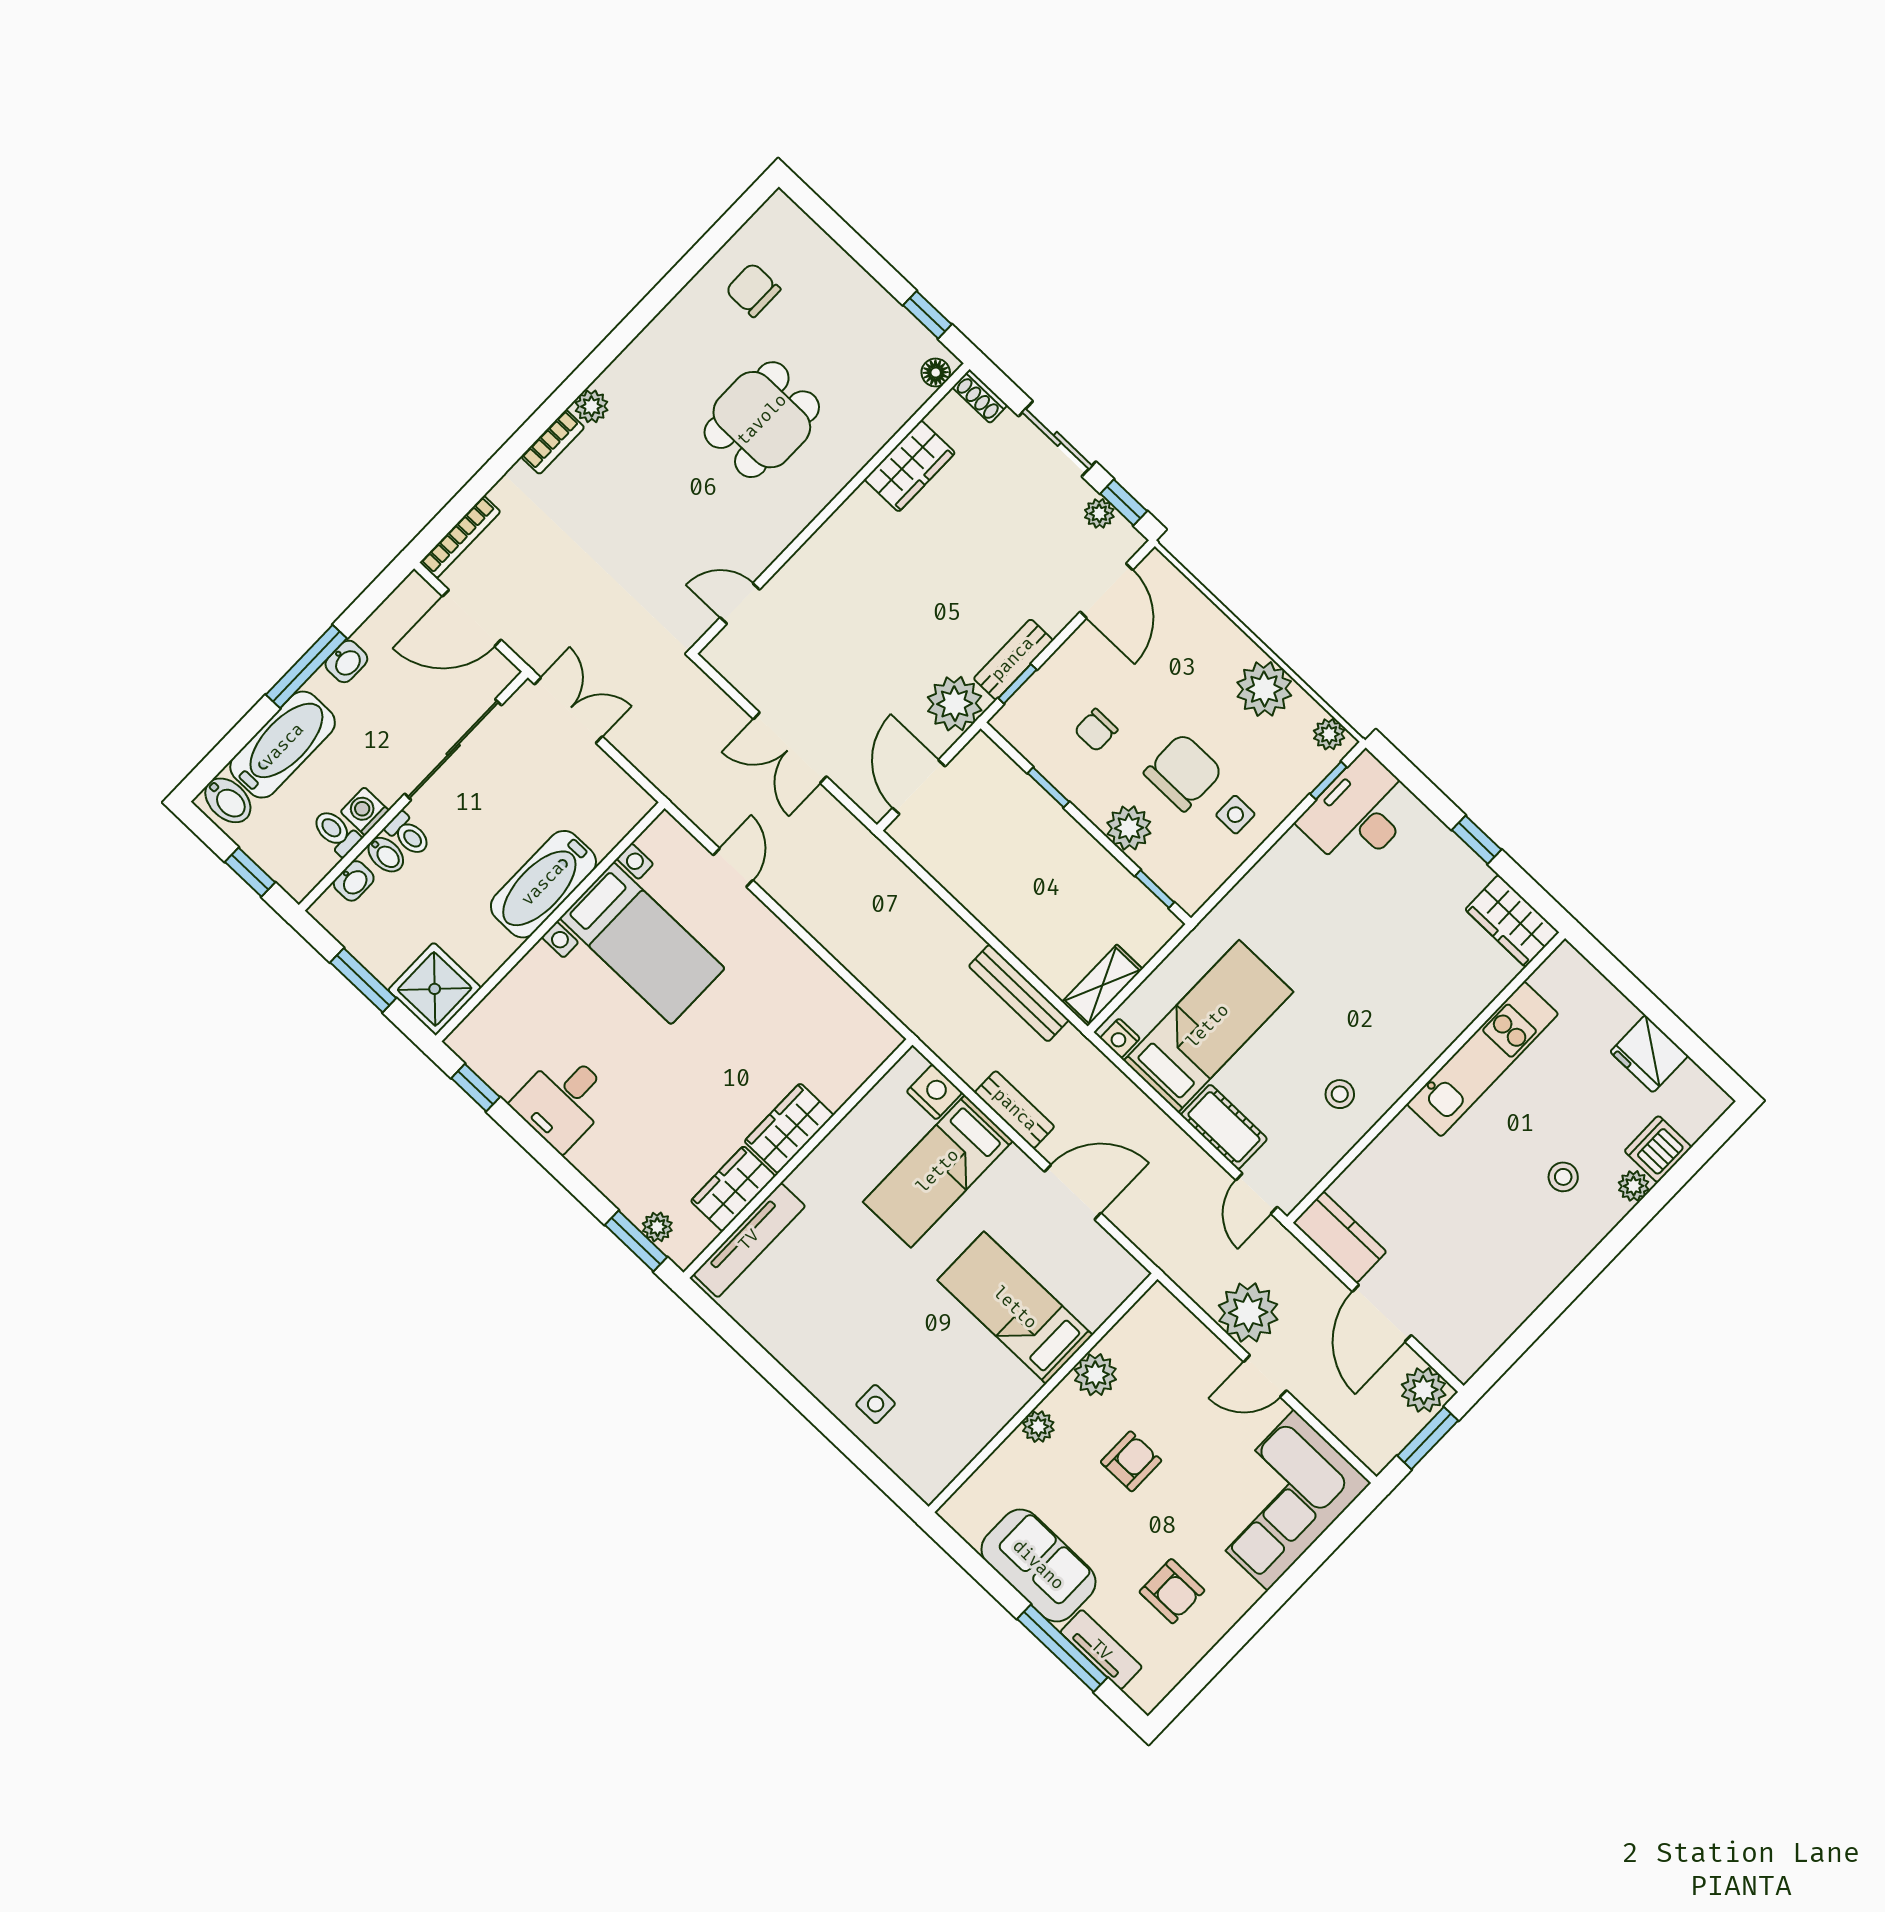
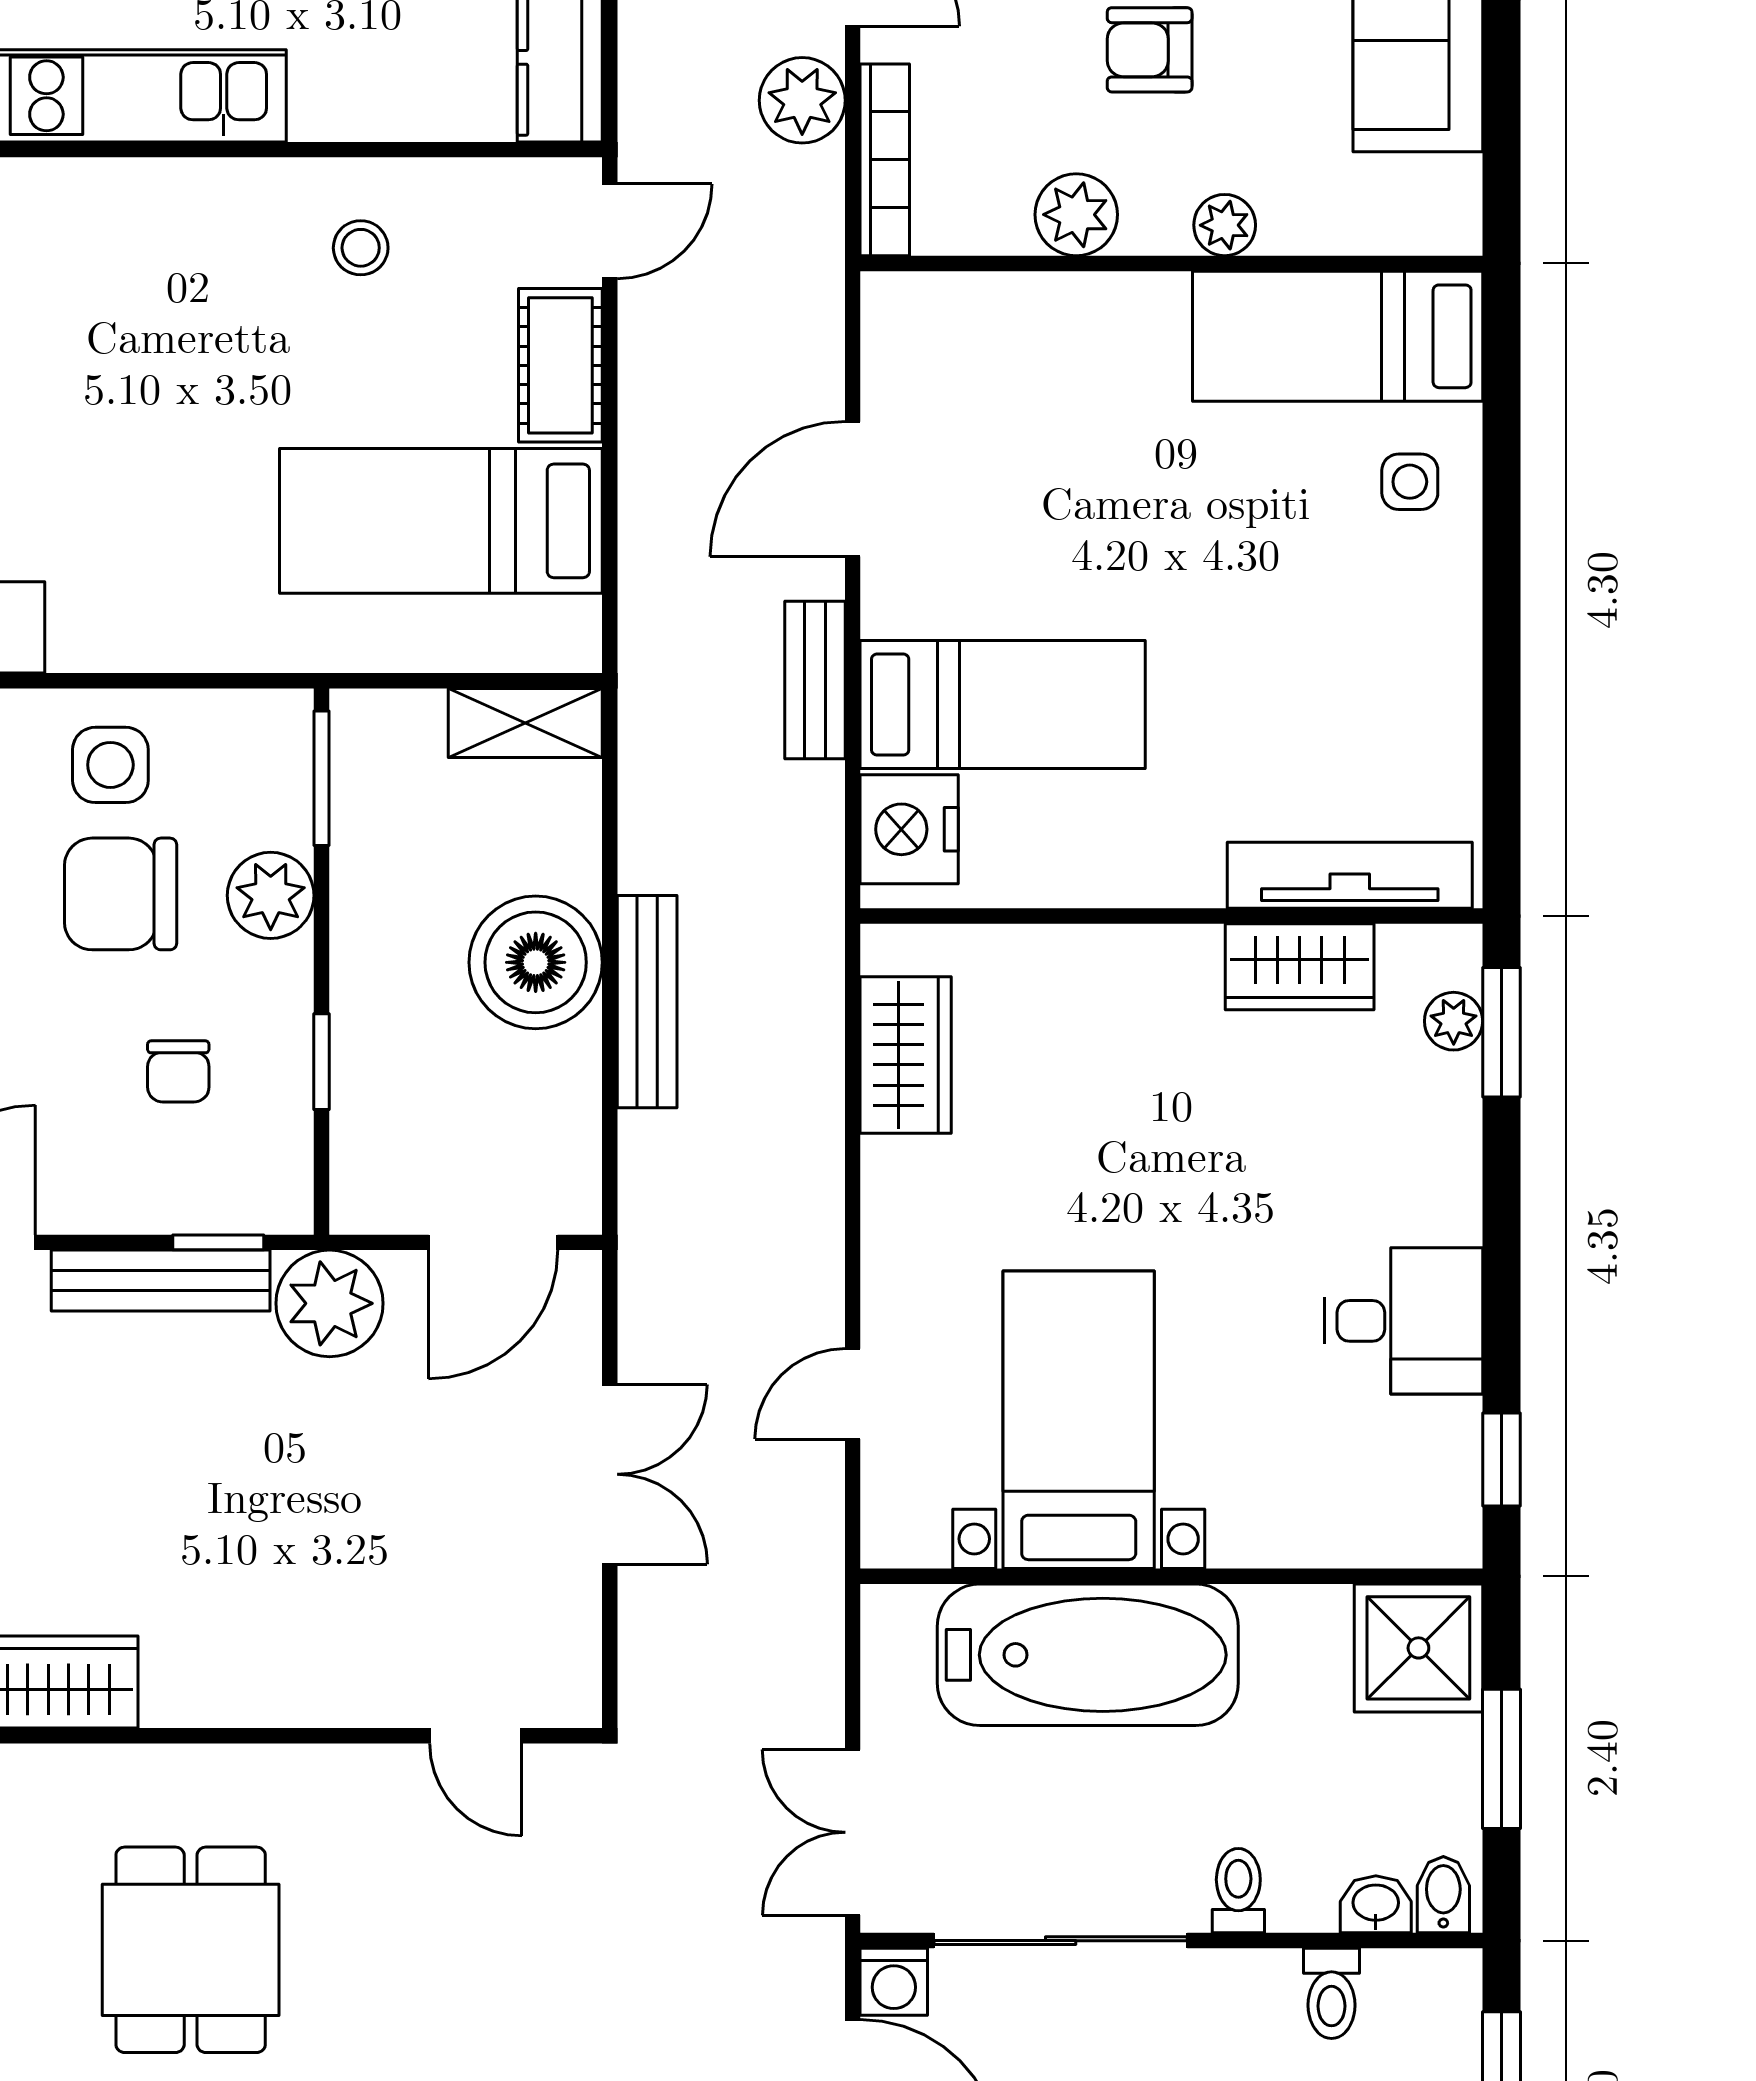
dining table: (762, 420) -> (191, 1950), turned 90
bench: (1013, 659) -> (161, 1281), width x1.36
chair: (1096, 730) -> (178, 1071), turned 90
washing machine: (365, 811) -> (894, 1982), moved
side table: (1235, 815) -> (110, 765), width x1.37, depth x1.37
bidet: (386, 855) -> (1443, 1895), moved
bathtub: (543, 884) -> (1088, 1655), width x1.36, depth x1.36
window: (1155, 889) -> (321, 778), width x1.50
boiler: (1009, 903) -> (536, 962), added
bench: (1019, 993) -> (647, 1002), moved
nightstand: (1120, 1038) -> (575, 628), removed
nightstand: (934, 1092) -> (909, 829), width x1.36, depth x1.33
wardrobe: (789, 1128) -> (906, 1055), moved, turned -90
door: (1073, 1192) -> (853, 489), hinge flipped
bed: (1015, 1308) -> (1338, 336), moved, turned 90
plant: (1248, 1313) -> (802, 100), width x0.73, depth x0.73
bookcase: (1185, 1322) -> (885, 160), added

